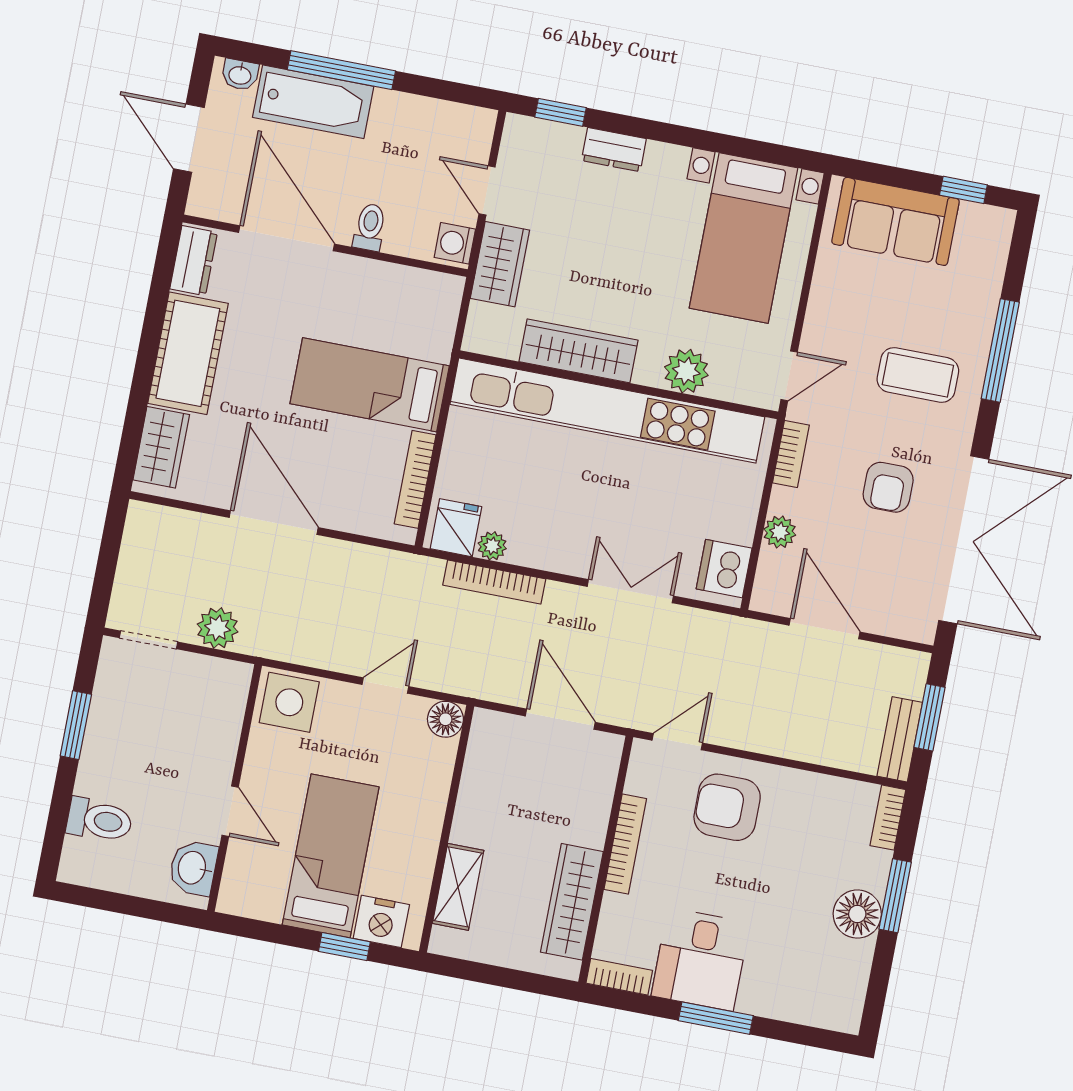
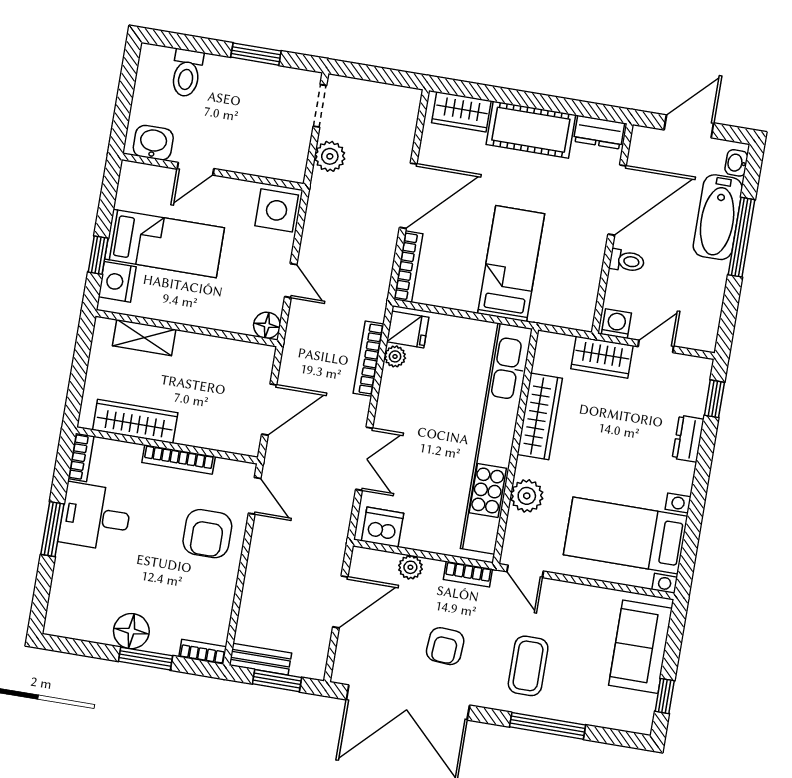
bookcase: (415, 479) -> (408, 267), moved, turned 90
armchair: (888, 487) -> (445, 646), turned -86
armchair: (727, 807) -> (207, 534), turned 180

